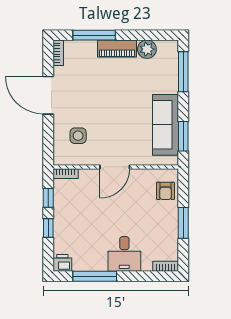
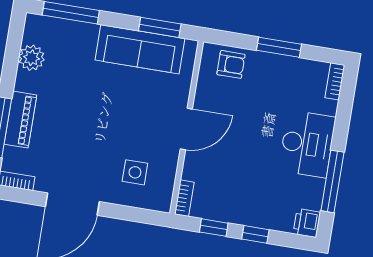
piano: (117, 49) -> (20, 120), moved
door: (115, 167) -> (186, 129), hinge flipped
desk: (124, 254) -> (307, 144), width x1.37

